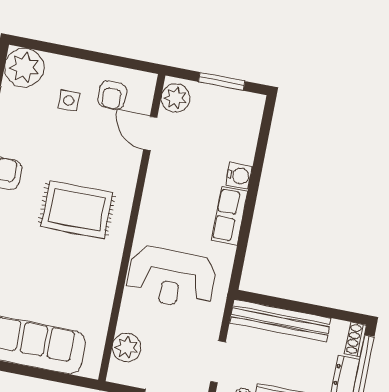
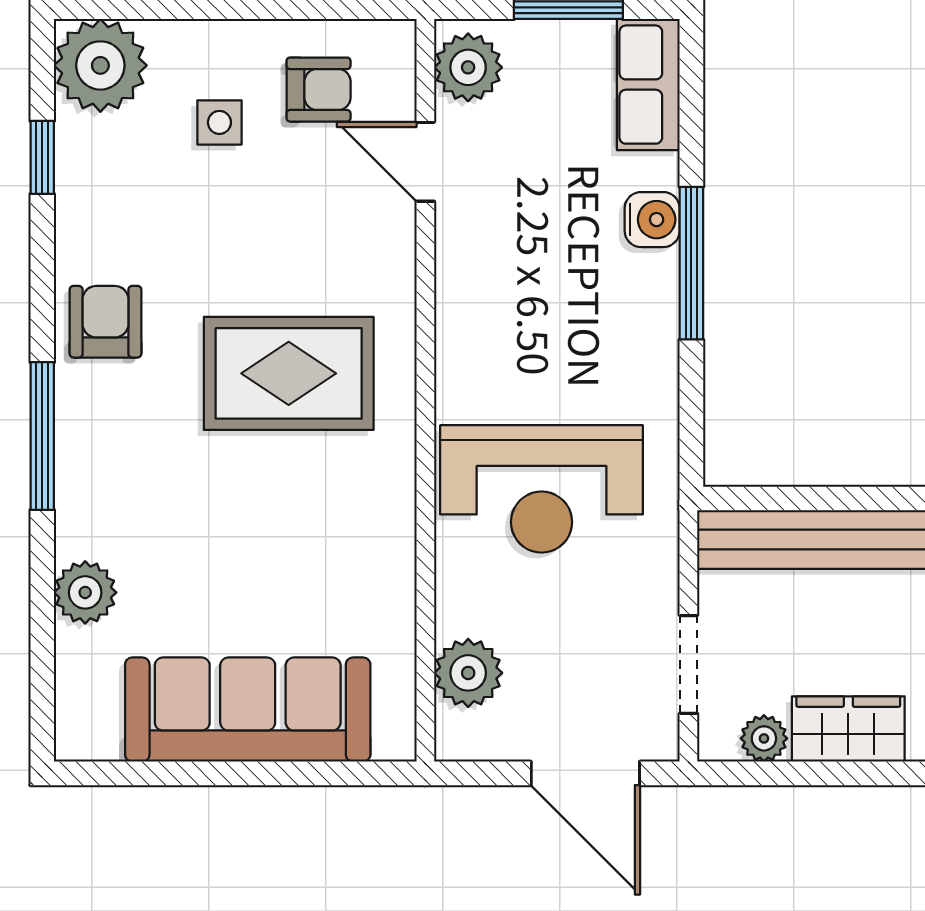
armchair: (112, 95) -> (319, 90), turned -90
window: (252, 197) -> (691, 263), added
row of seats: (230, 216) -> (648, 85), moved

